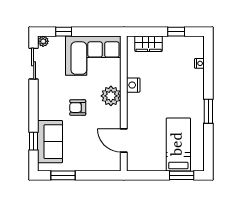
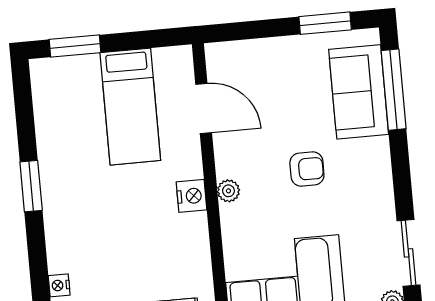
nightstand: (133, 85) -> (191, 196), moved
plant: (111, 96) -> (228, 191), width x0.53, depth x0.53
window: (34, 141) -> (394, 90), width x2.17
bed: (178, 144) -> (130, 107), moved

